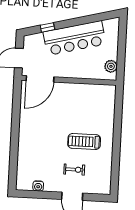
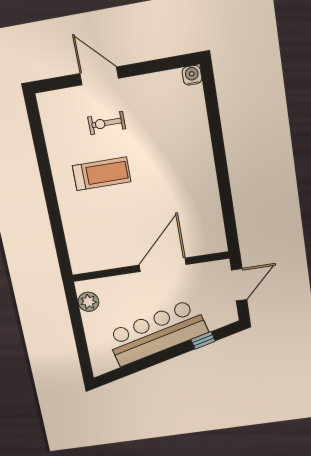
door: (40, 79) -> (163, 265), moved
water cooler: (38, 186) -> (192, 75), moved

